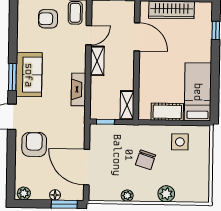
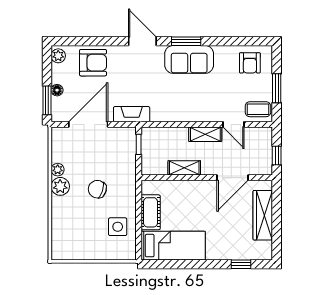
armchair: (48, 19) -> (250, 63), moved, turned 180
fireplace: (79, 89) -> (132, 114), moved
shelving: (127, 105) -> (184, 168), moved
armchair: (34, 144) -> (93, 63), moved
plant: (166, 194) -> (60, 186), moved

